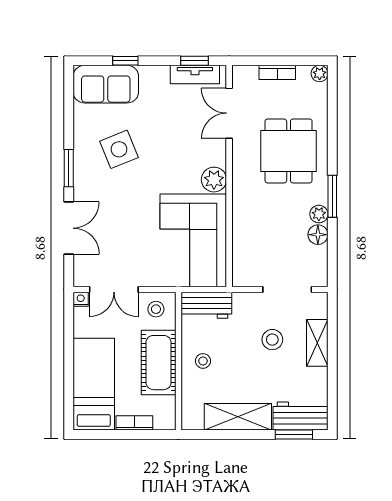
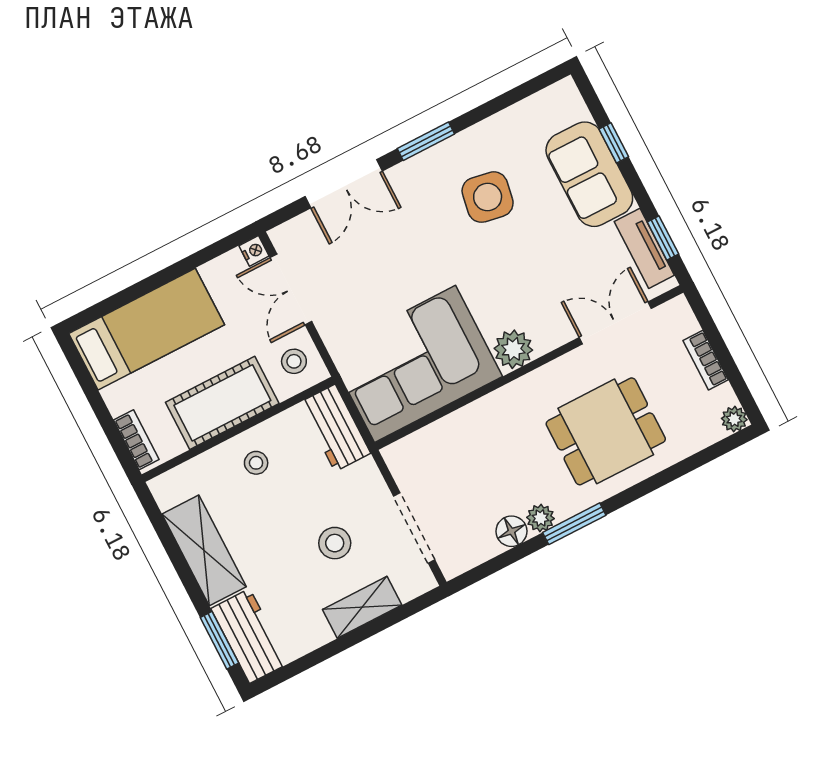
sofa: (106, 84) -> (589, 174), moved
side table: (119, 149) -> (488, 197), turned 32
bookcase: (134, 423) -> (136, 440), moved

